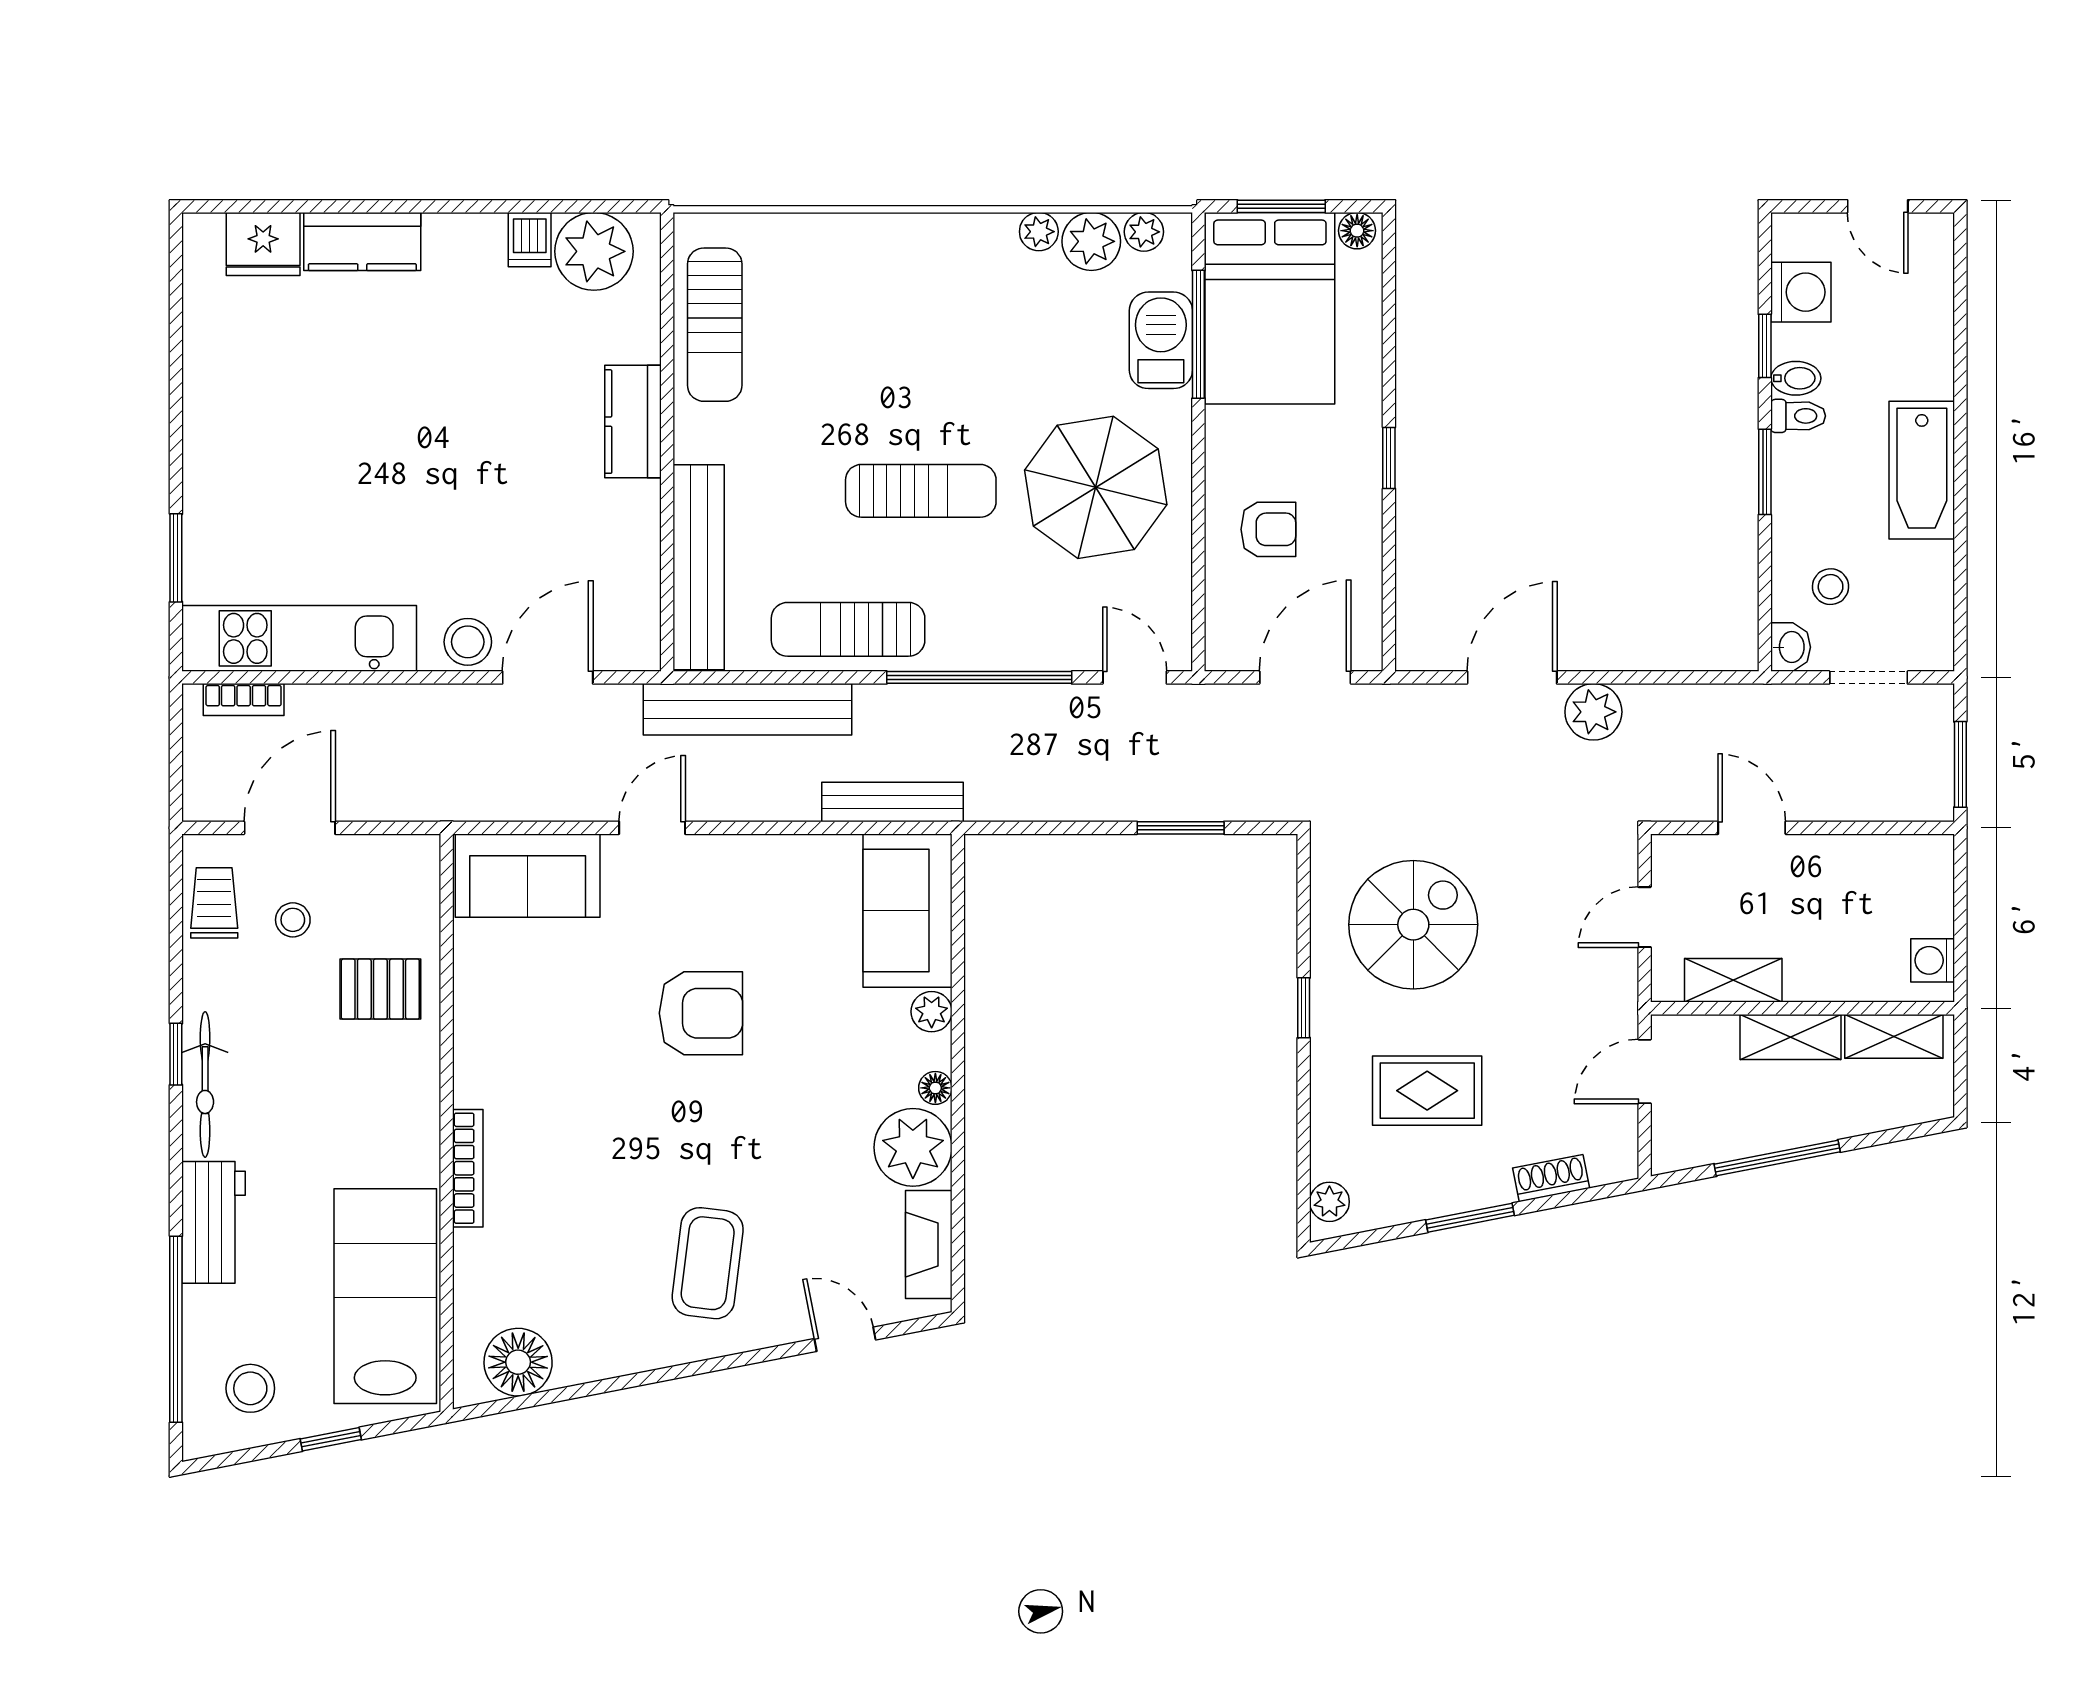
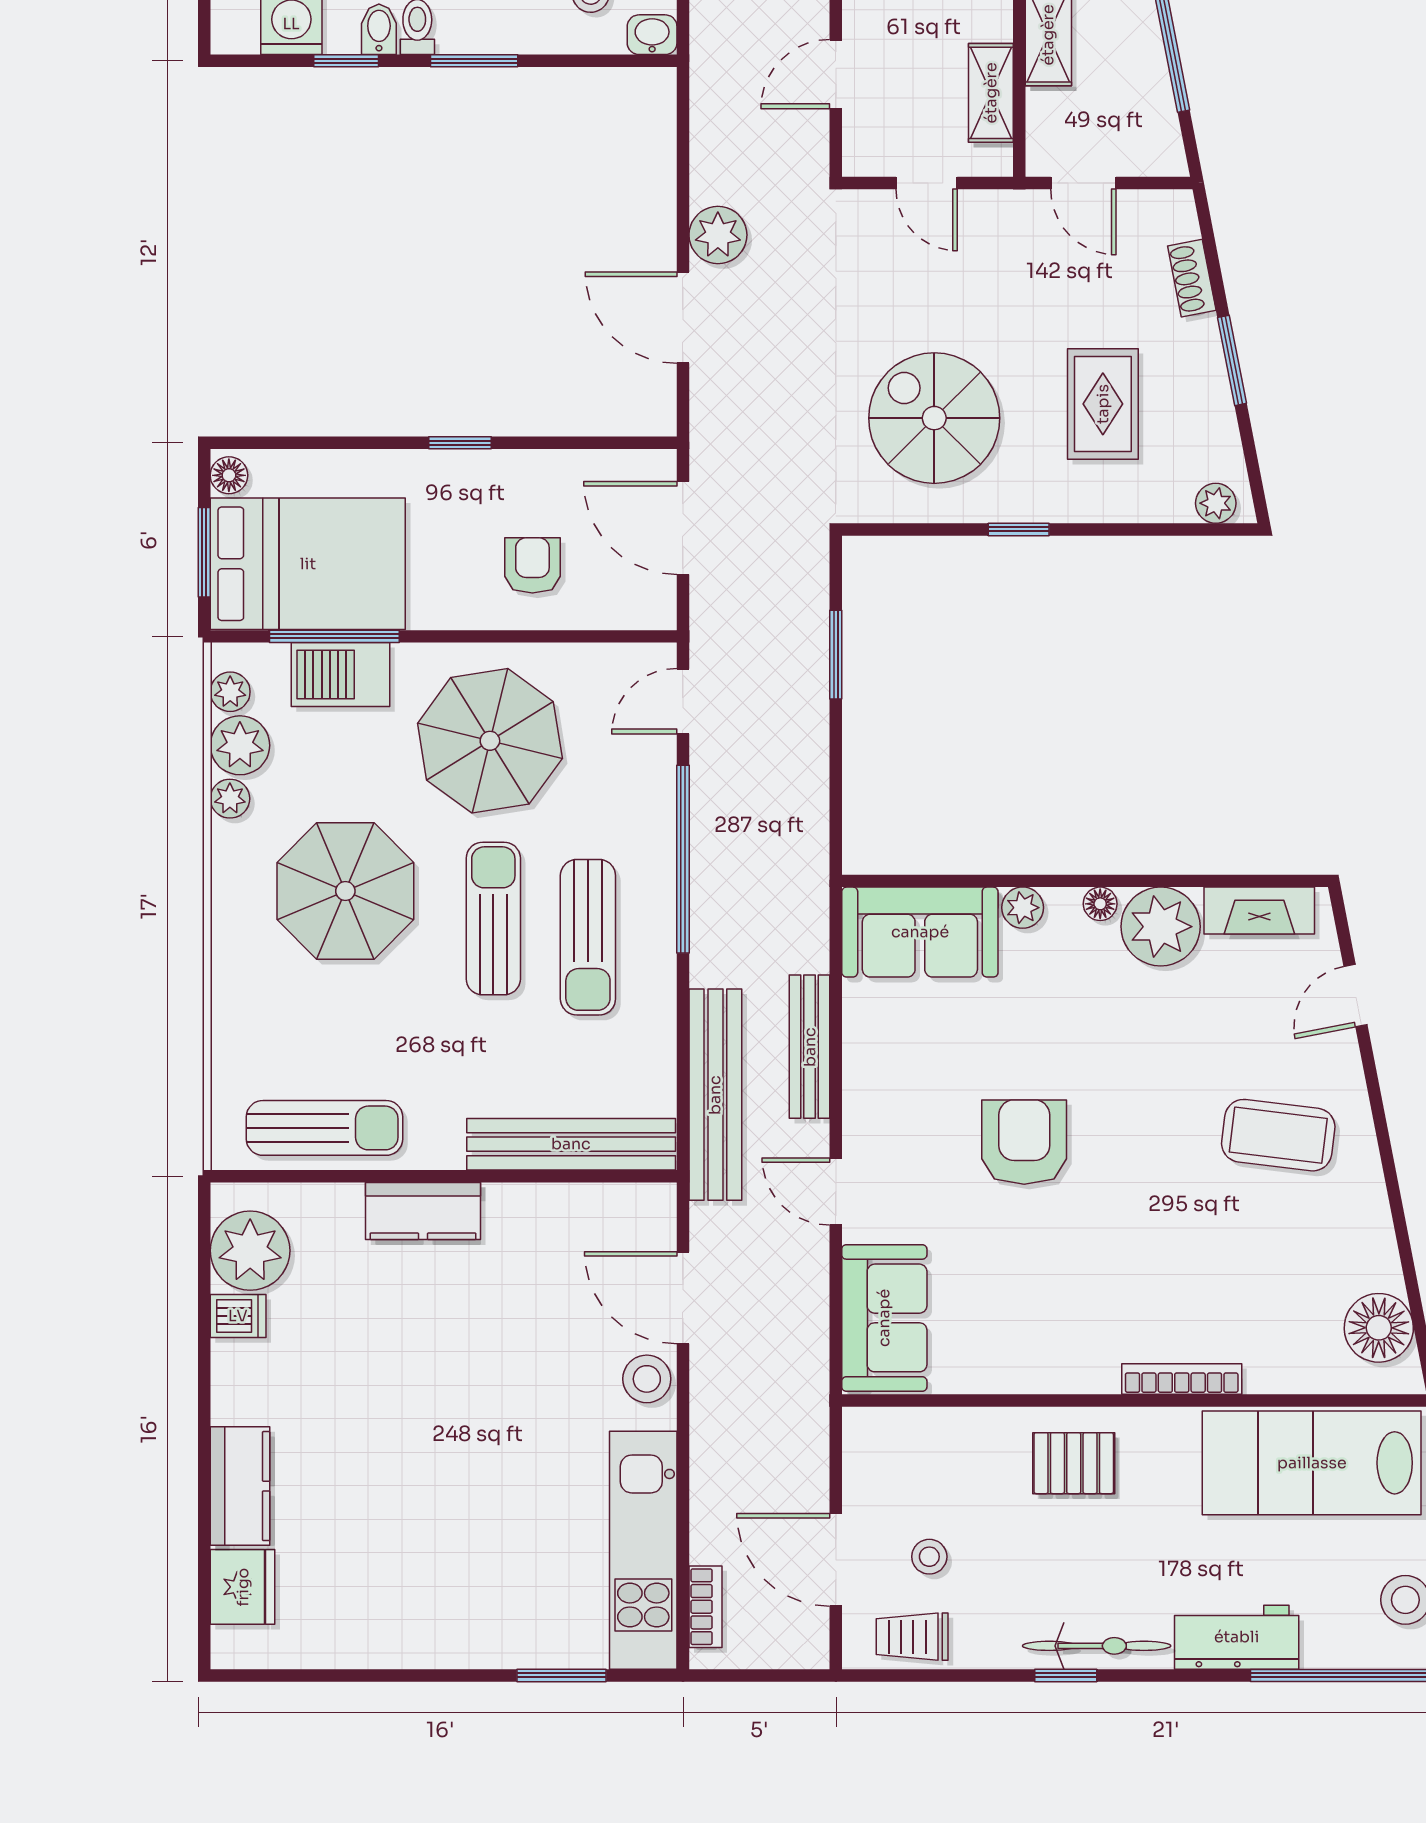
parasol: (948, 345) -> (345, 891), added
sun lounger: (848, 629) -> (588, 937), moved
bench: (892, 802) -> (810, 1047), moved
pallet: (380, 989) -> (1074, 1463), moved, turned 90

